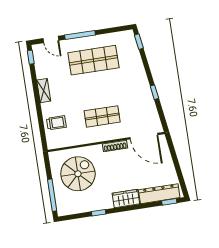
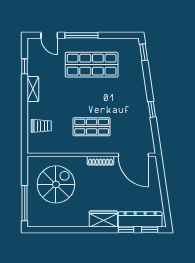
window: (31, 57) -> (25, 66), moved
window: (99, 213) -> (126, 230), moved

